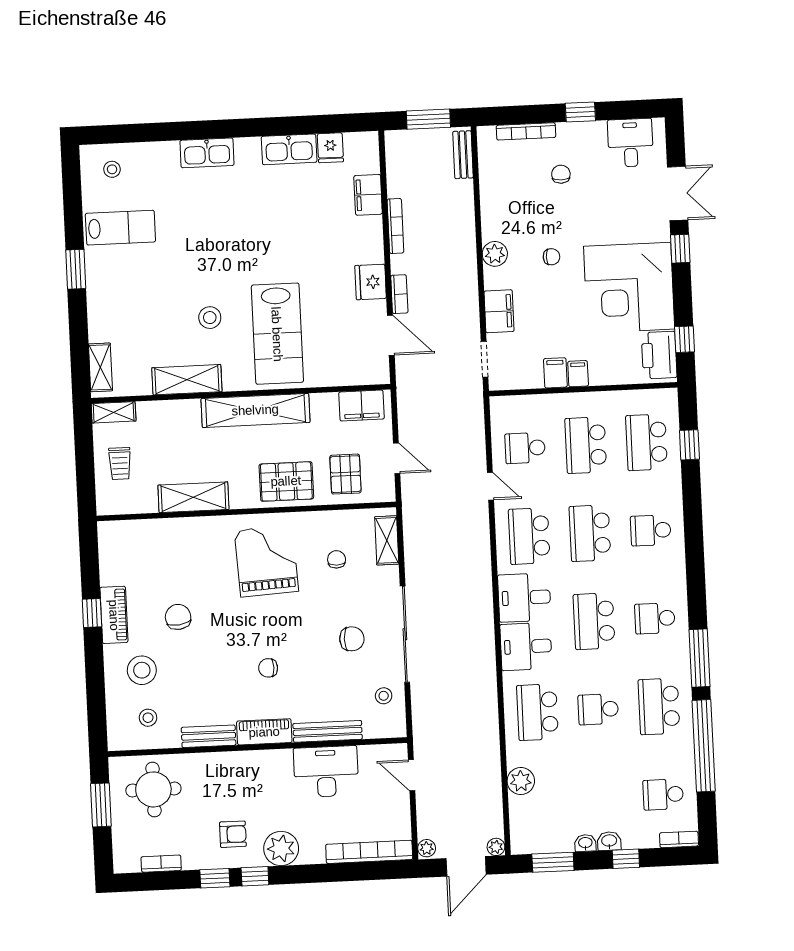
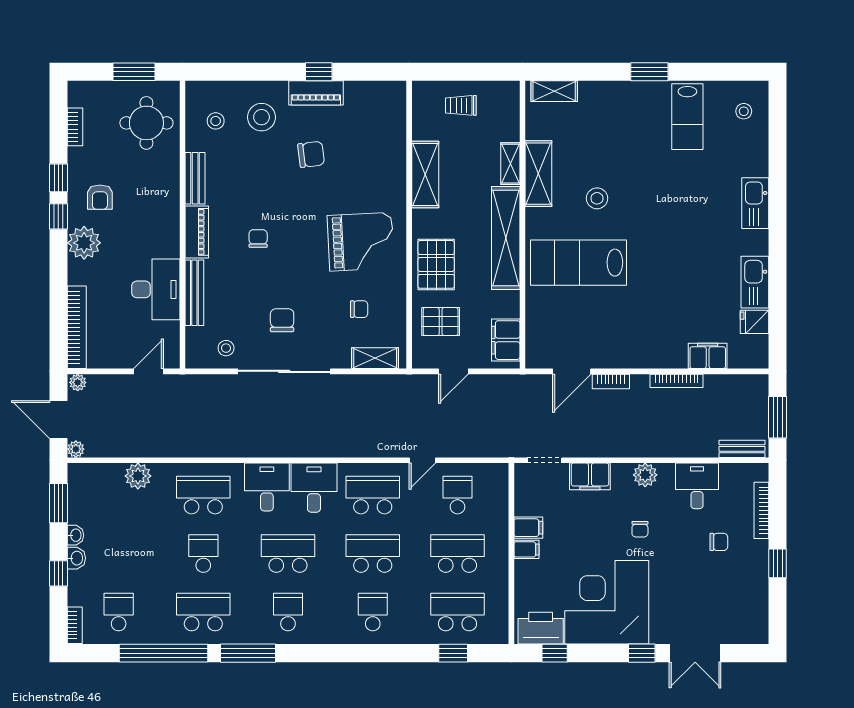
desk: (630, 143) -> (697, 486), moved, turned -90
fridge: (371, 282) -> (624, 354), removed
shelving: (114, 412) -> (510, 164), moved
chair: (352, 639) -> (282, 320), turned 180

